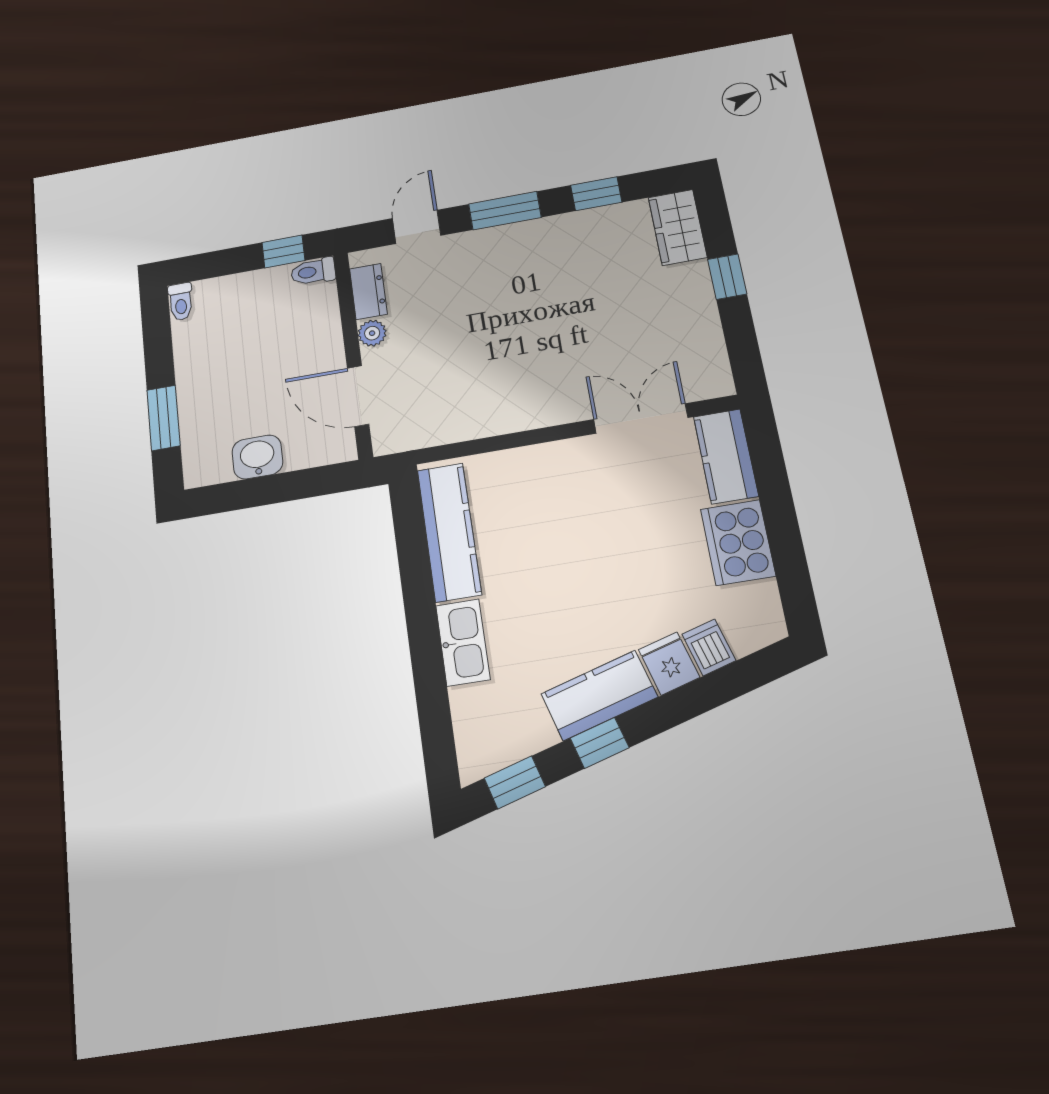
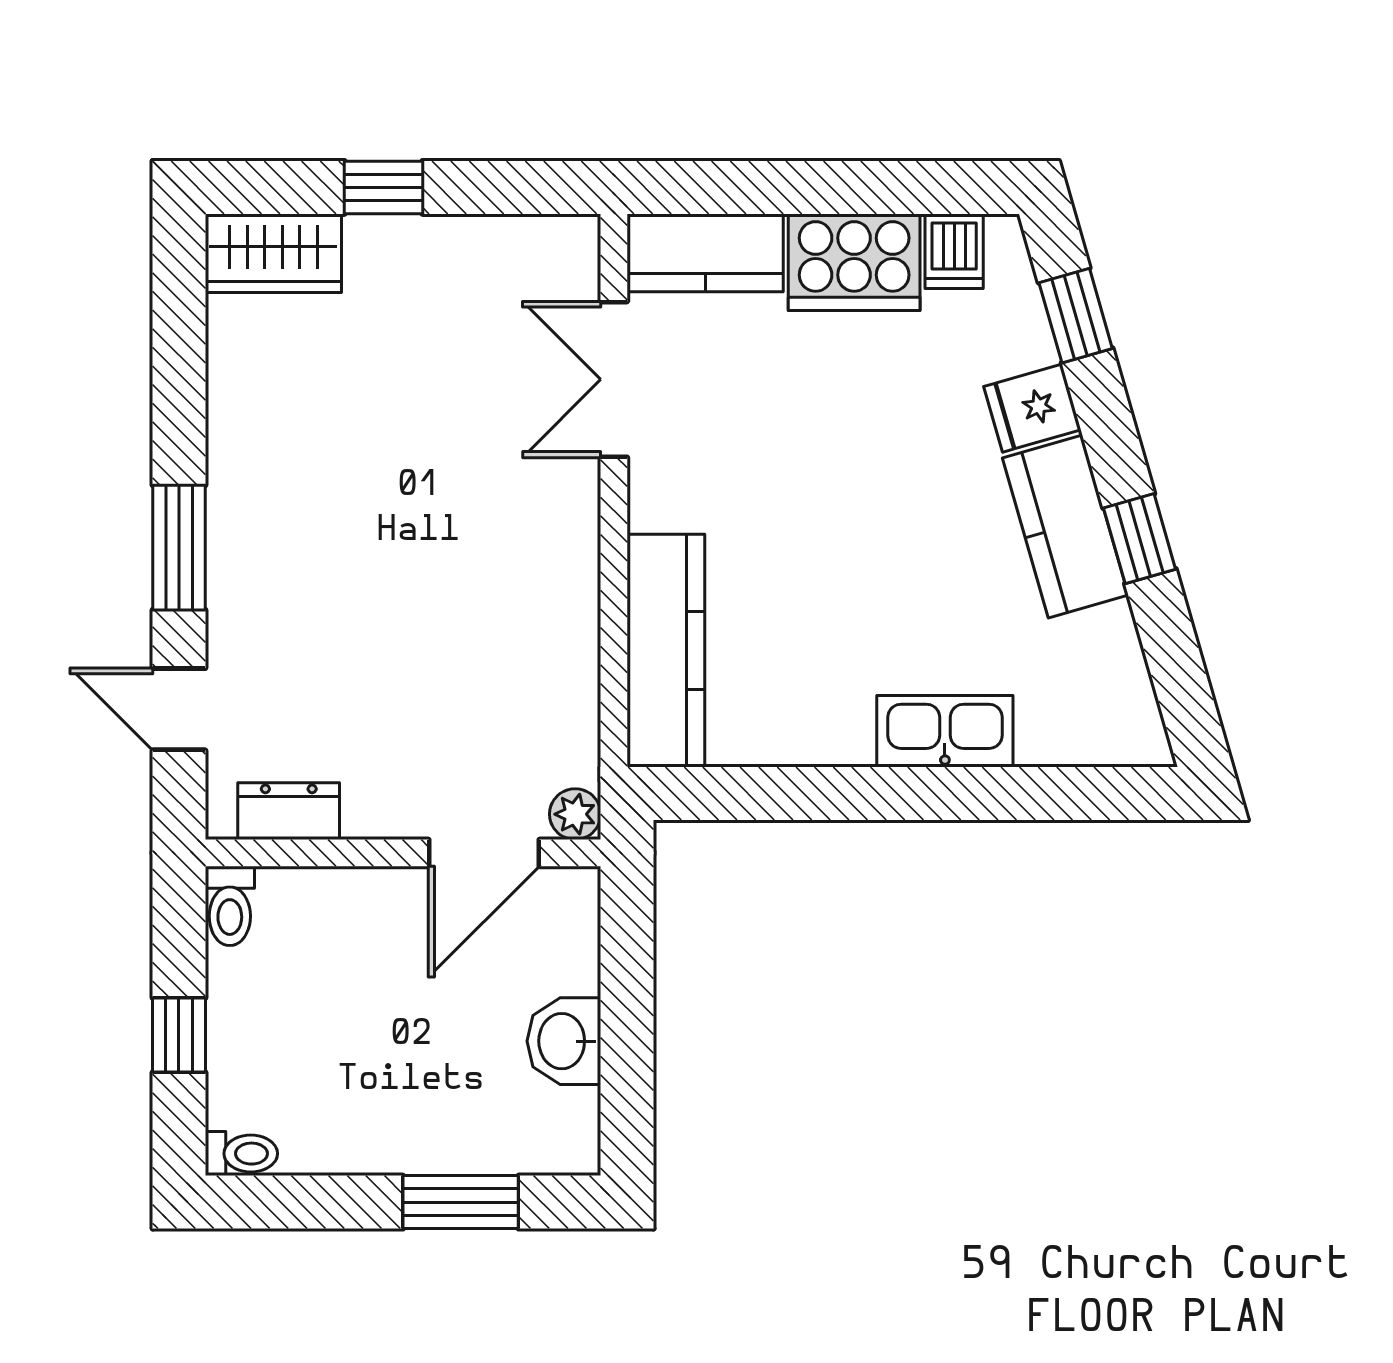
window: (596, 194) -> (179, 382), removed
window: (283, 251) -> (179, 1035), moved
plant: (372, 333) -> (575, 814), moved
kitchen counter: (449, 532) -> (666, 651), moved, turned 90
dishwasher: (709, 647) -> (954, 251), moved, turned -74
window: (515, 782) -> (1076, 316), moved

